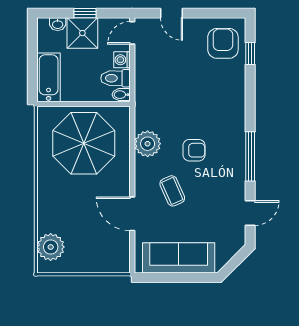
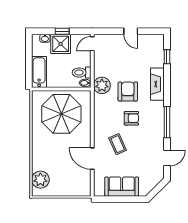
door: (171, 13) -> (131, 31), moved
armchair: (223, 43) -> (128, 91), moved
washing machine: (122, 60) -> (86, 61), removed
fireplace: (235, 96) -> (157, 84), added
plant: (148, 144) -> (102, 85), moved
sofa: (179, 258) -> (122, 187), width x0.73

